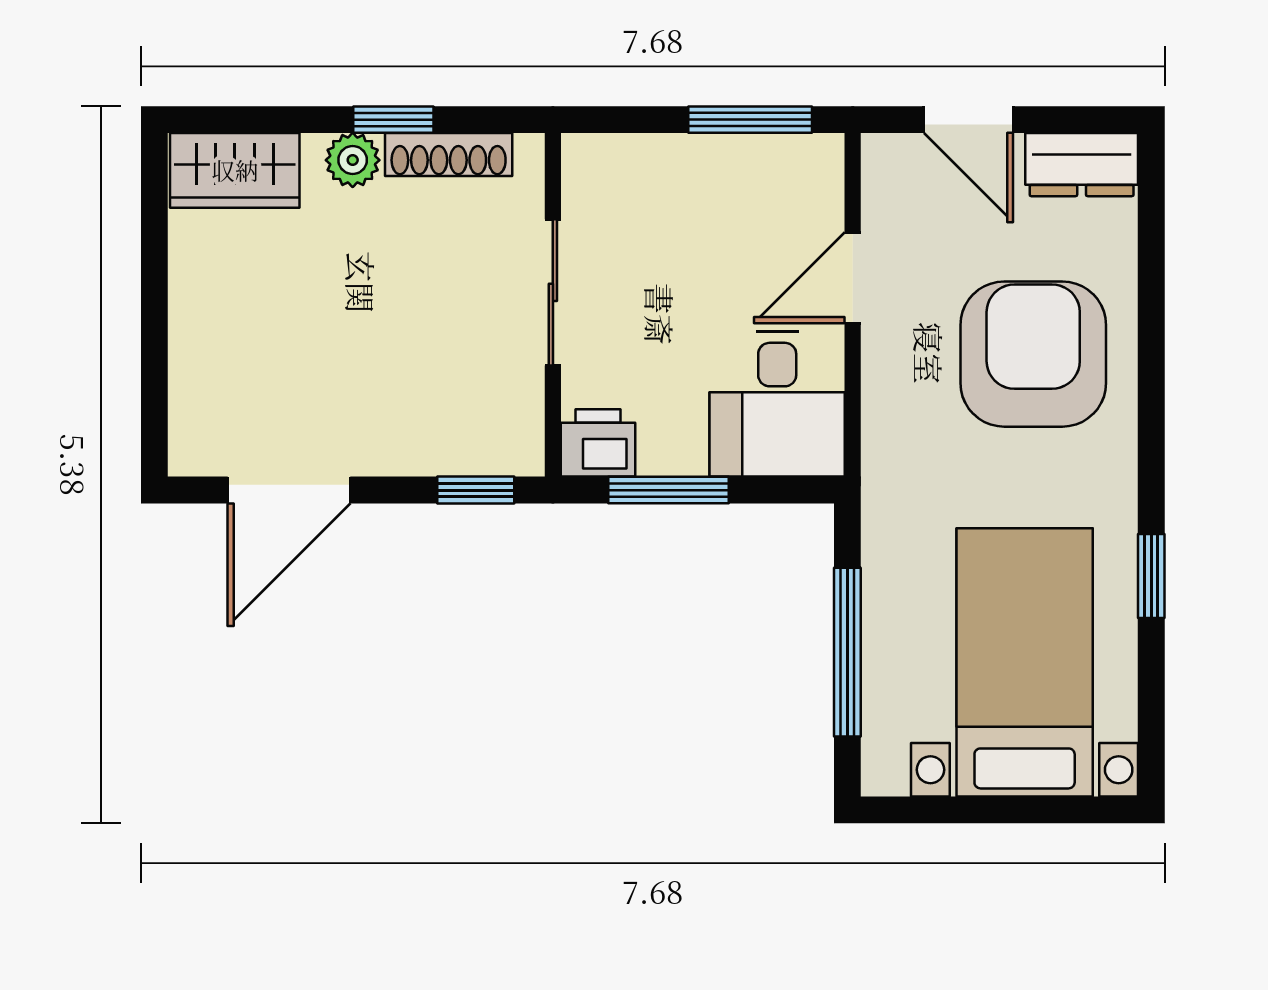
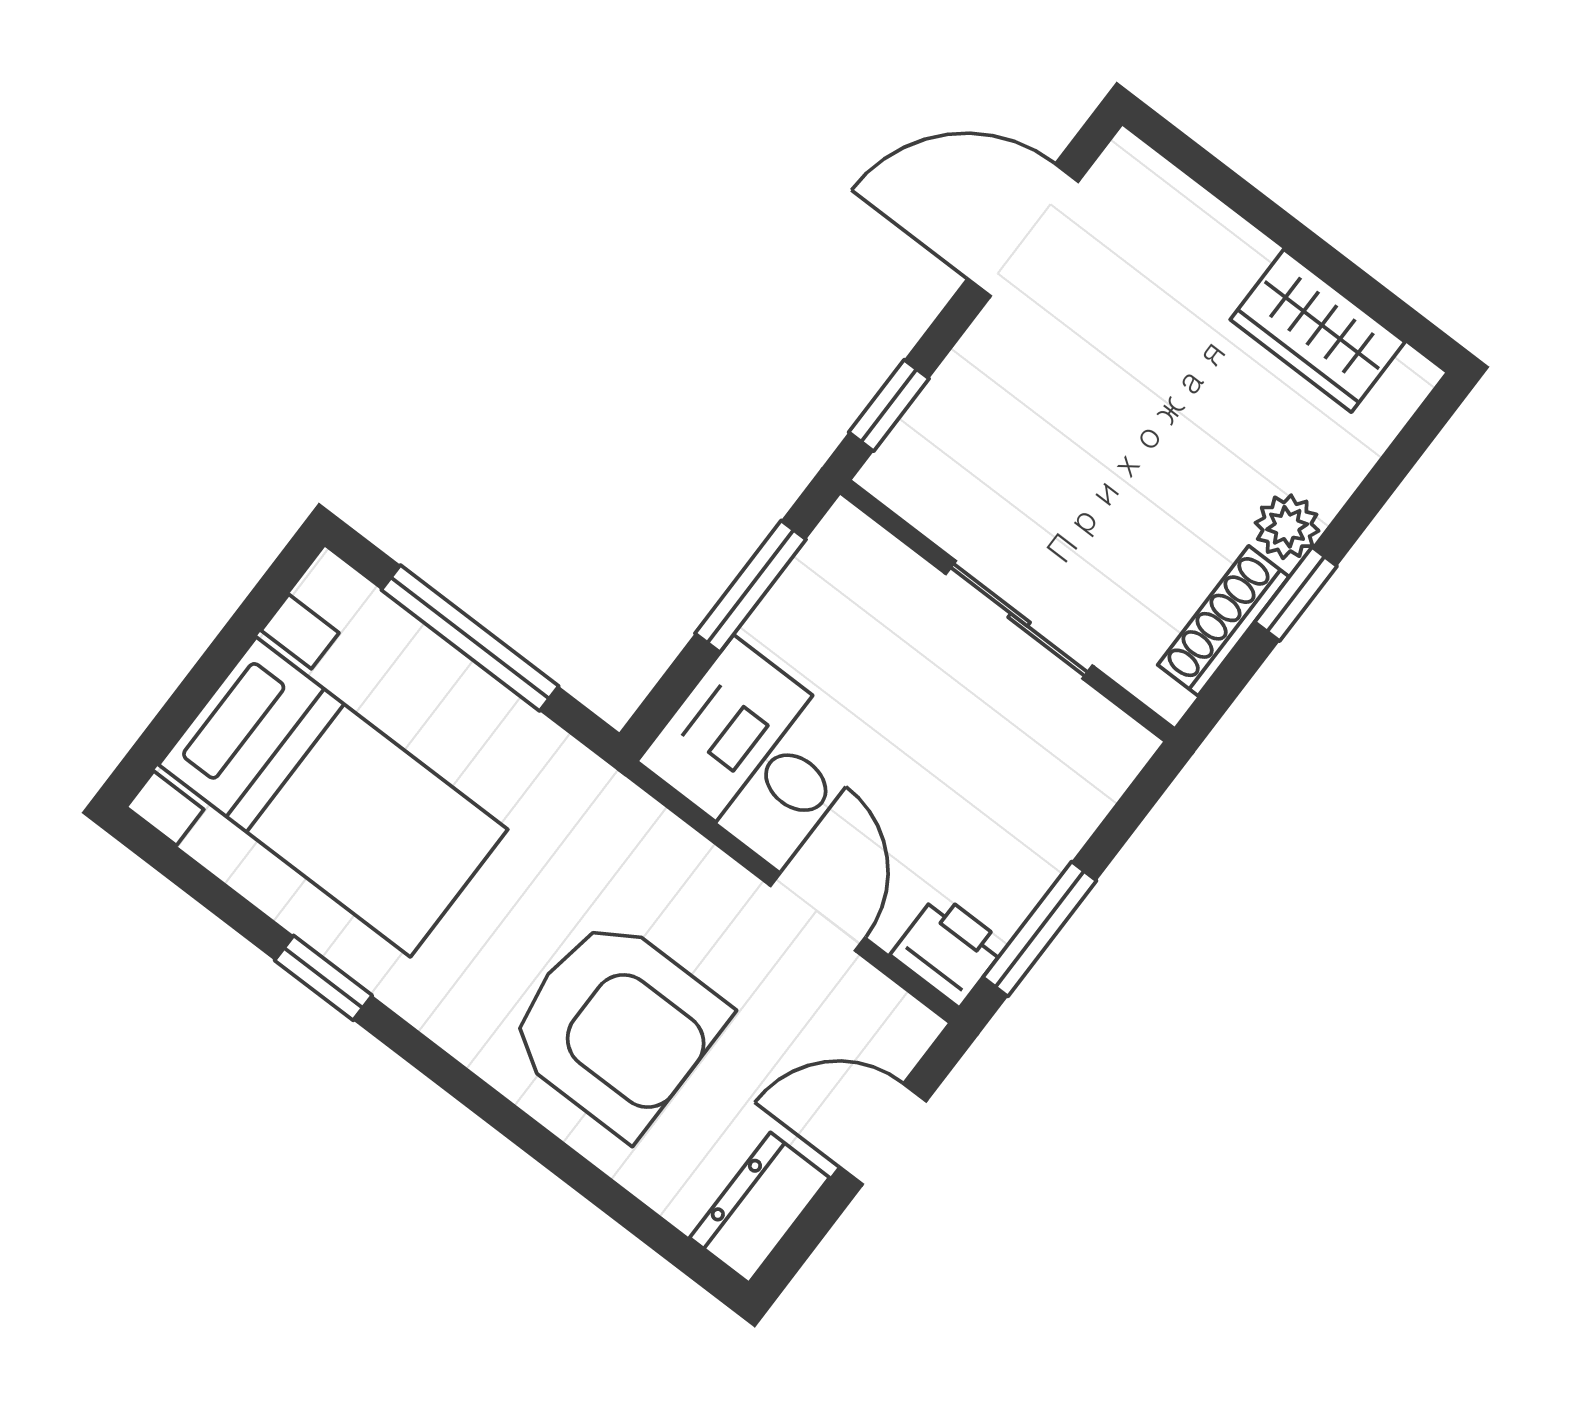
wardrobe: (235, 170) -> (1318, 331), moved, turned -90
printer: (598, 443) -> (949, 950), moved, turned -90
door: (289, 490) -> (1023, 230), hinge flipped

